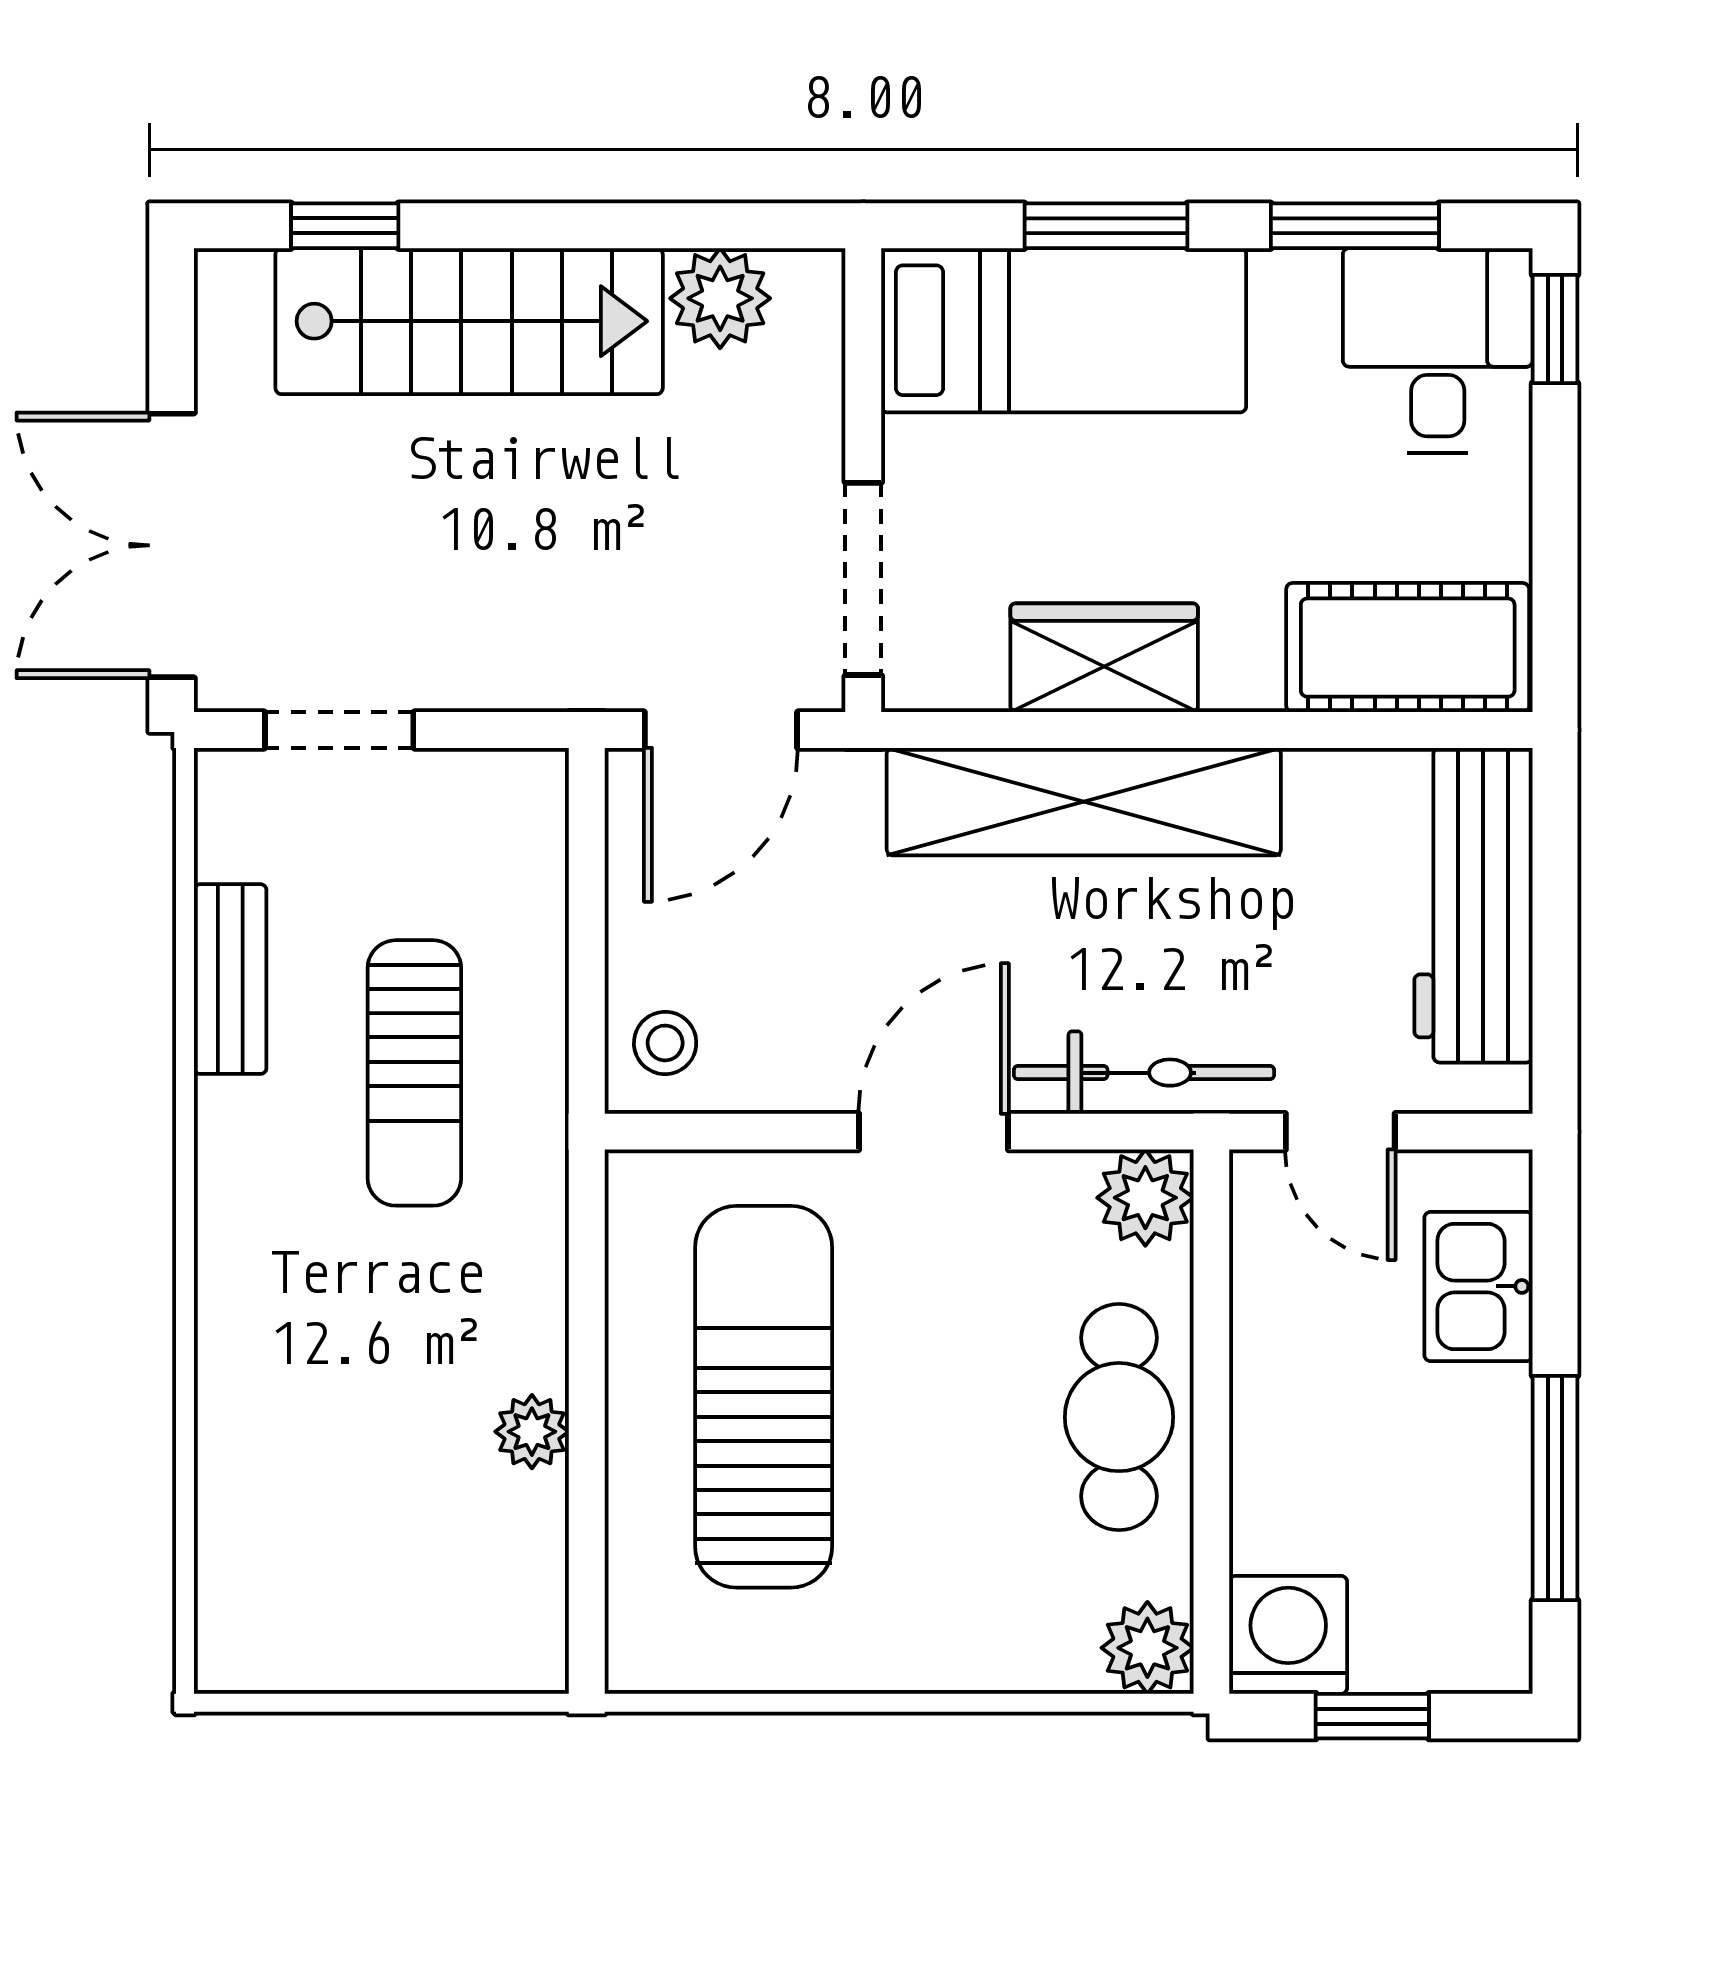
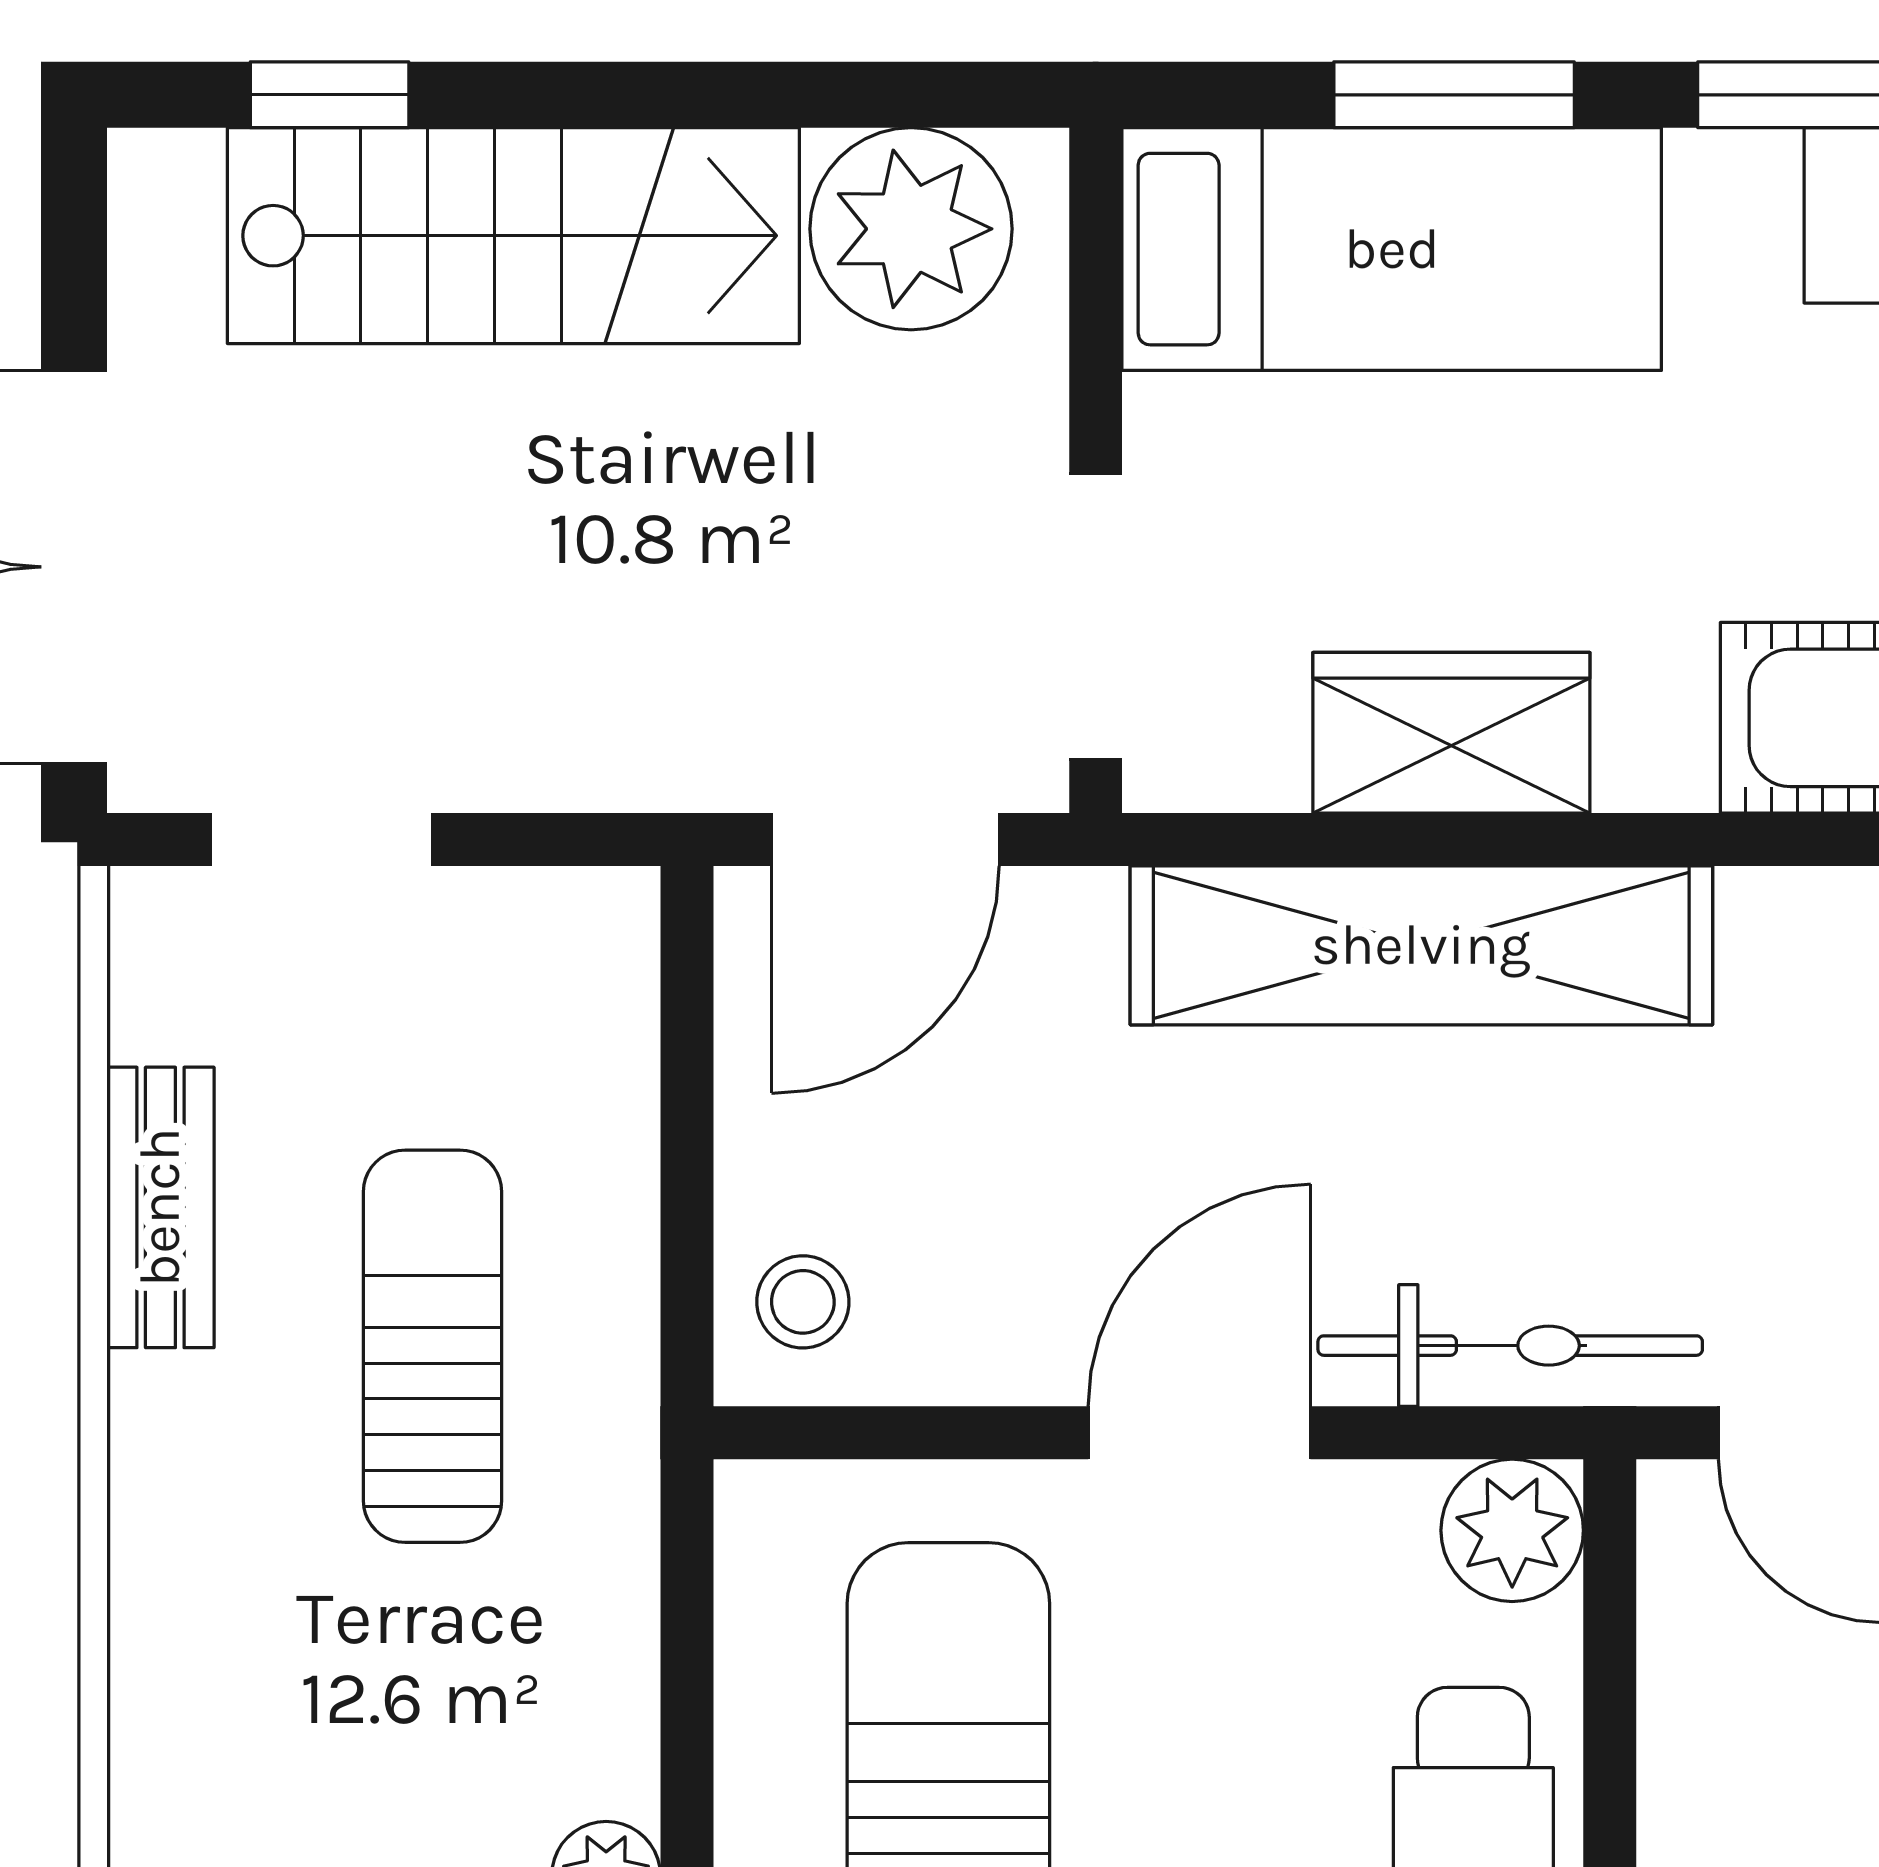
plant: (720, 298) -> (911, 229), width x1.36, depth x1.36
sun lounger: (414, 1073) -> (433, 1346), turned 180

